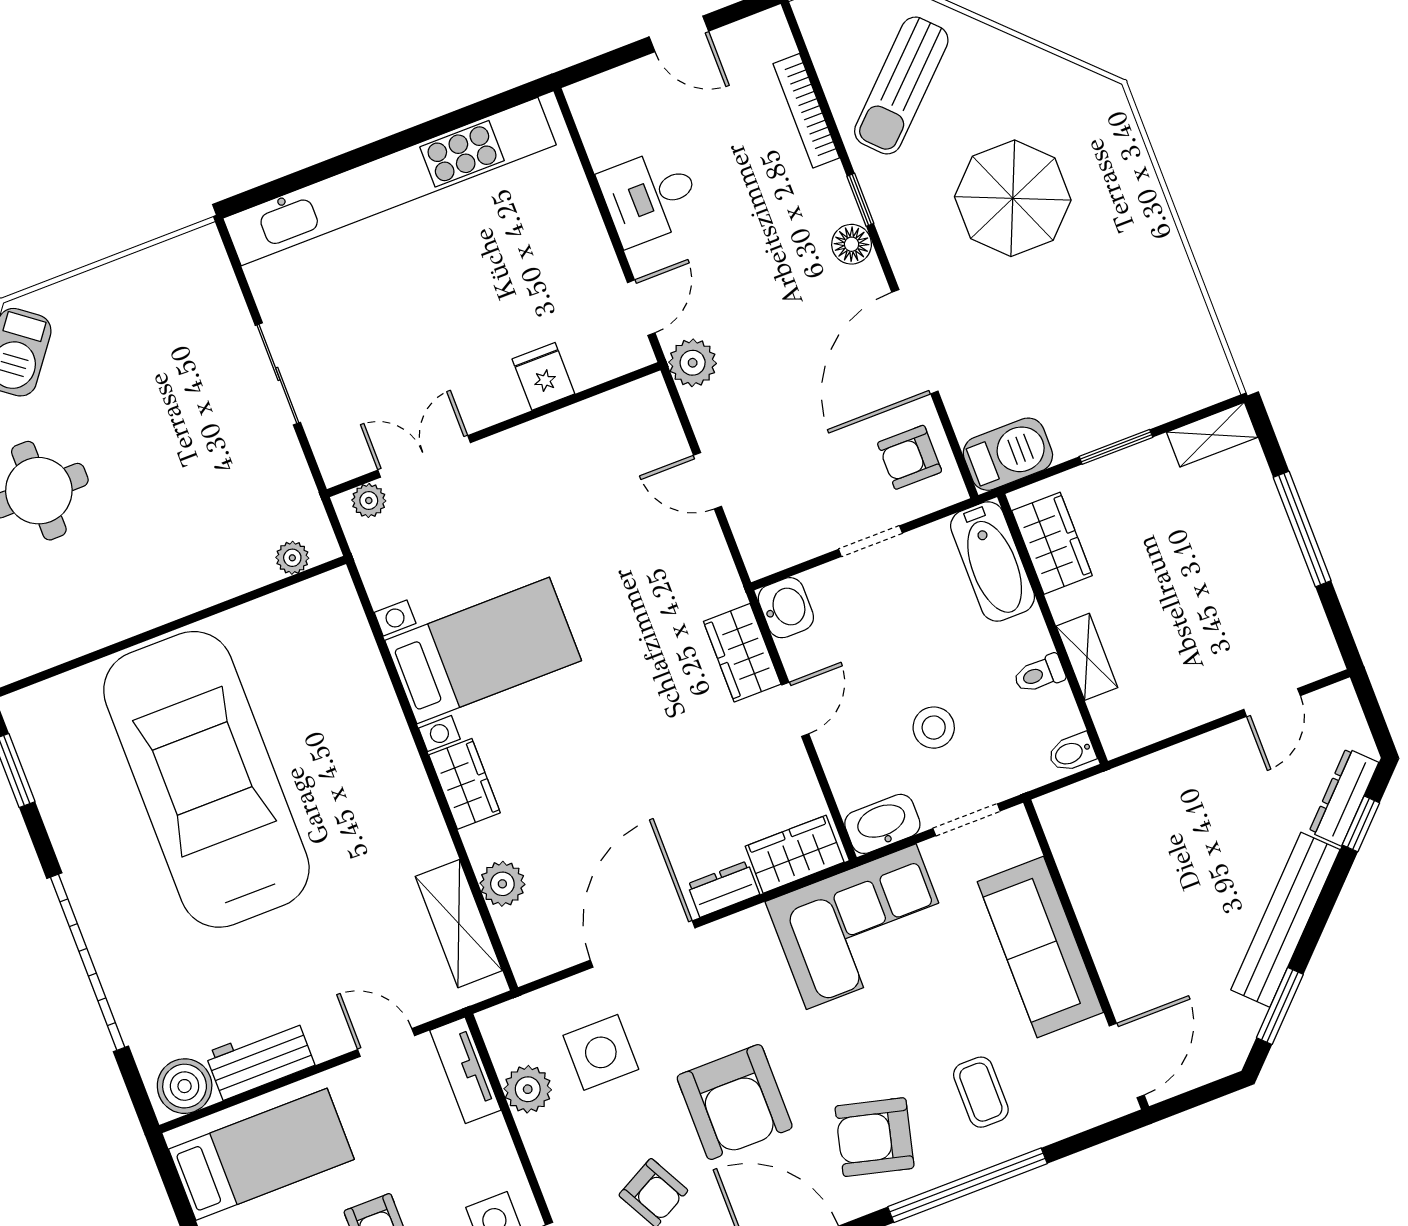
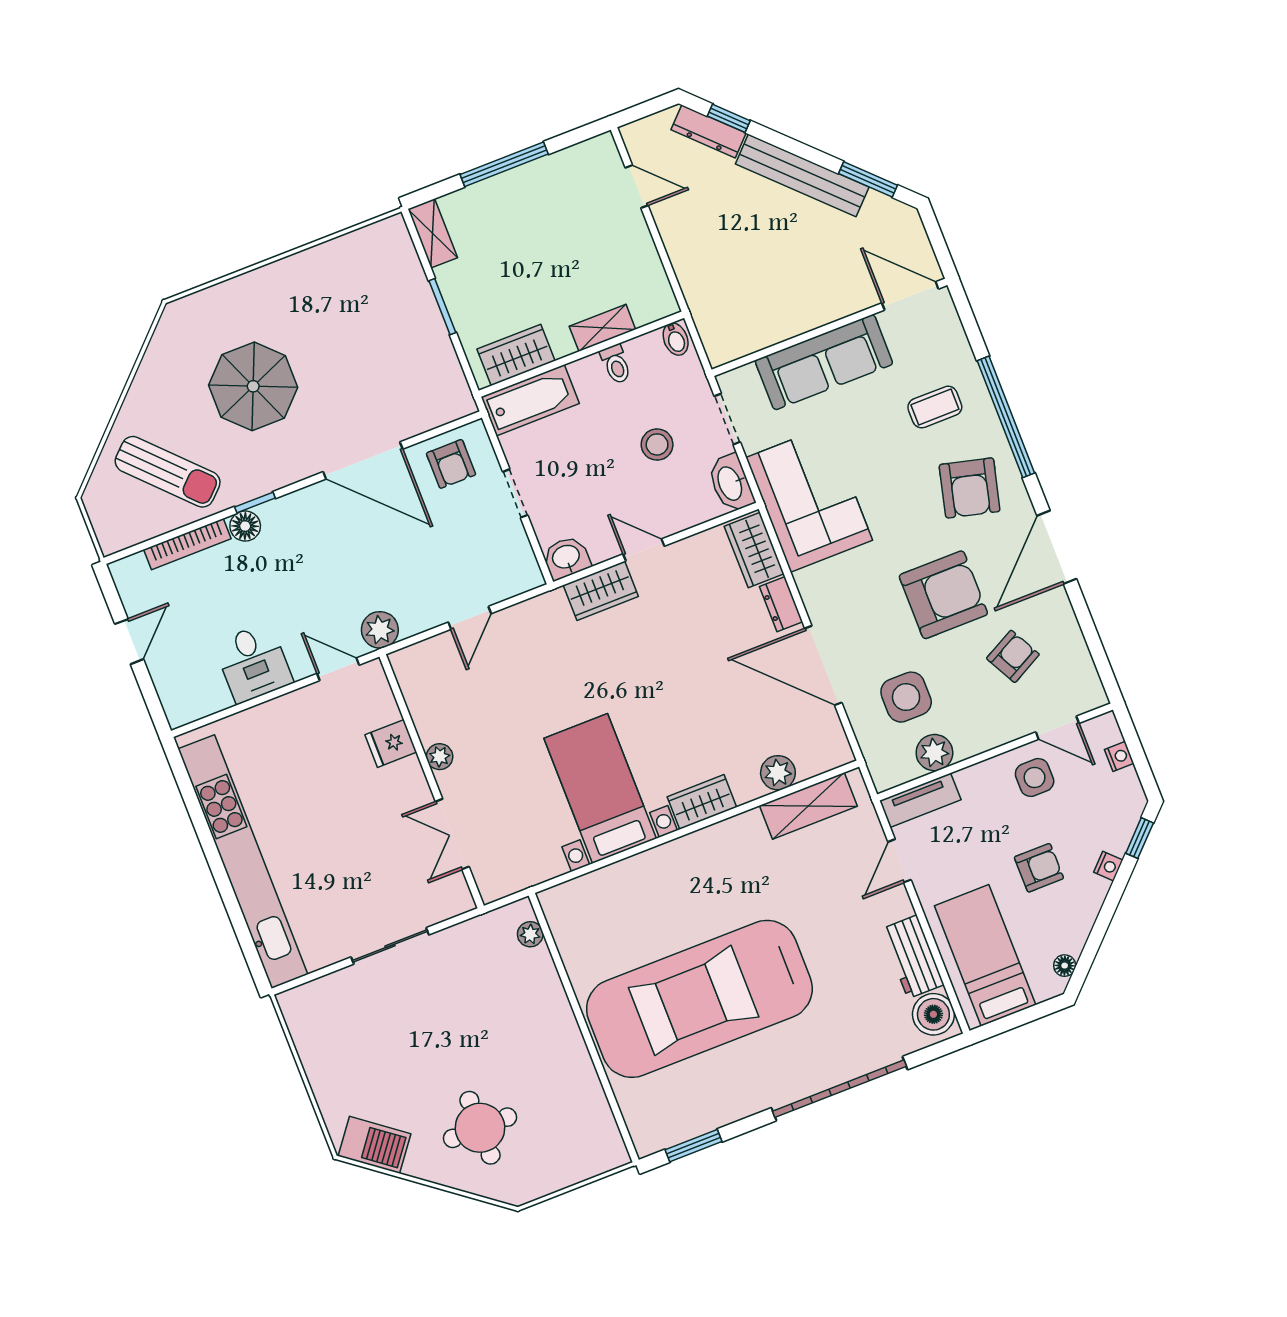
floor lamp: (852, 244) -> (245, 526), moved
barbecue: (1008, 454) -> (448, 389), removed
plant: (369, 501) -> (440, 757), moved

